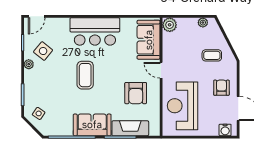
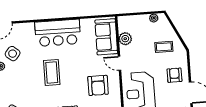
plant: (170, 25) -> (125, 39), moved

